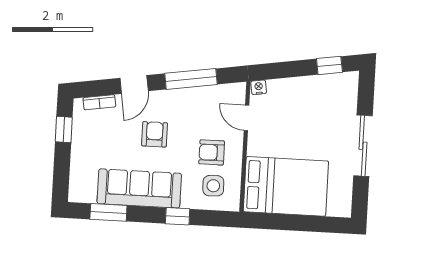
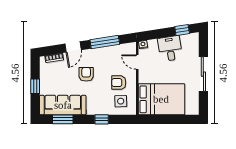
desk: (306, 97) -> (170, 49), added
window: (64, 129) -> (35, 86), moved
sofa: (139, 188) -> (63, 105), moved

